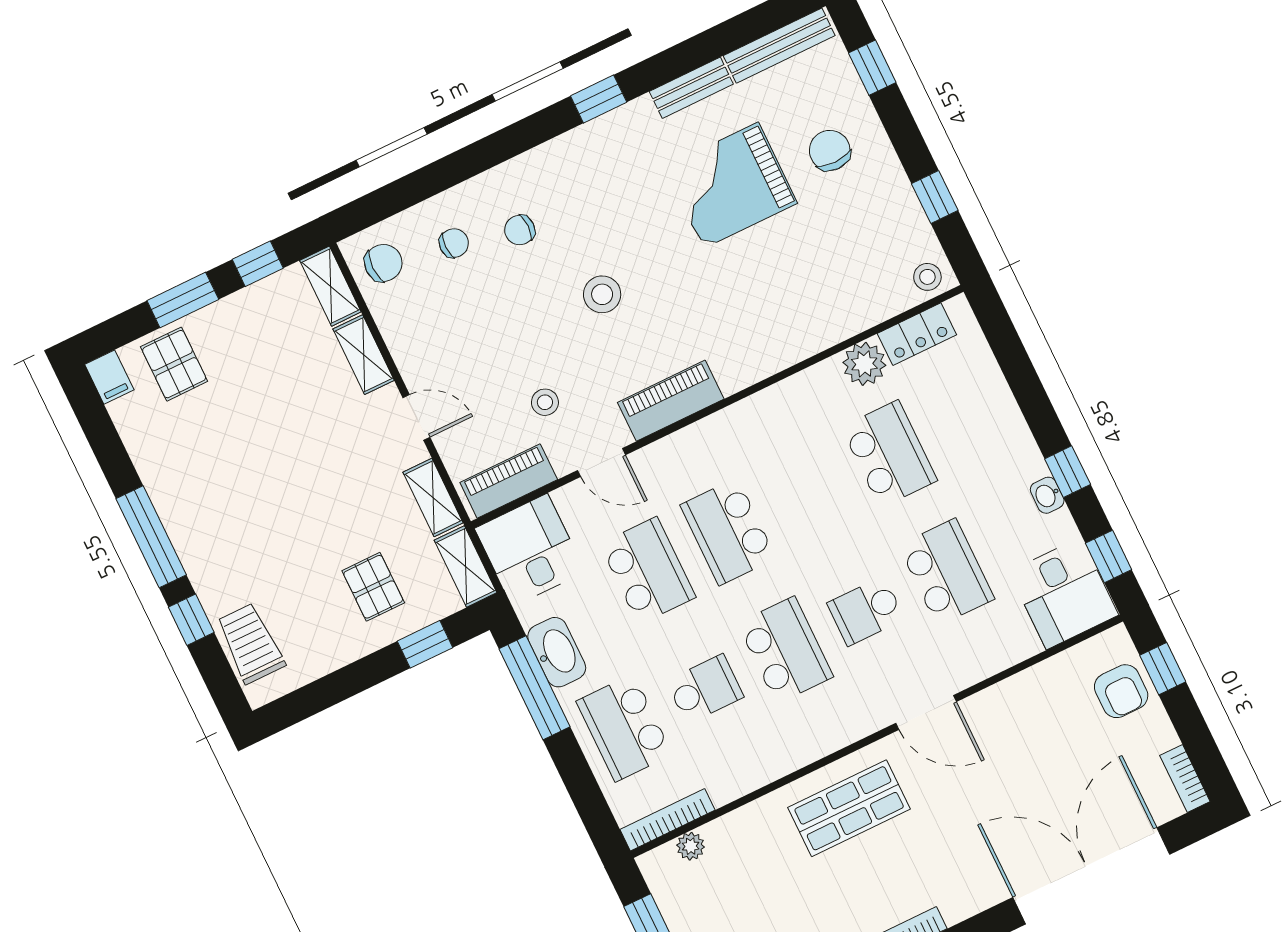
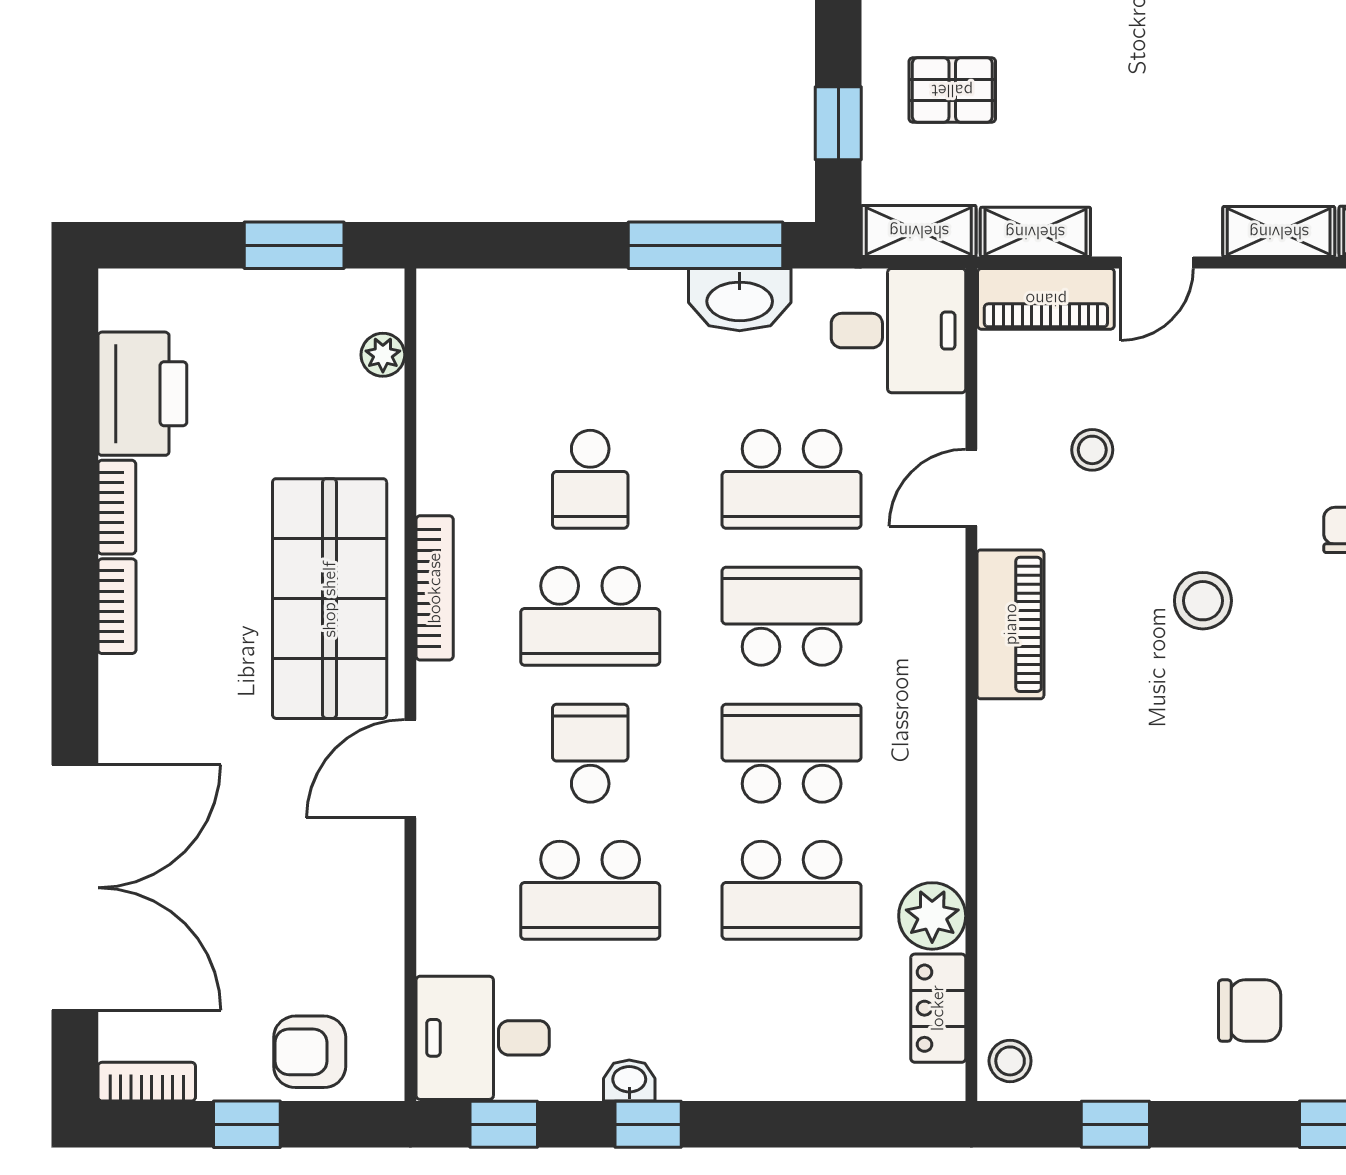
grand piano: (731, 185) -> (1268, 851), removed
piano: (509, 481) -> (1046, 299), moved, turned 90
window: (1163, 669) -> (247, 1124), moved
school desk: (624, 728) -> (792, 753), moved
shop shelf: (849, 808) -> (330, 599), width x1.43, depth x1.36
bookcase: (668, 820) -> (435, 588), moved

